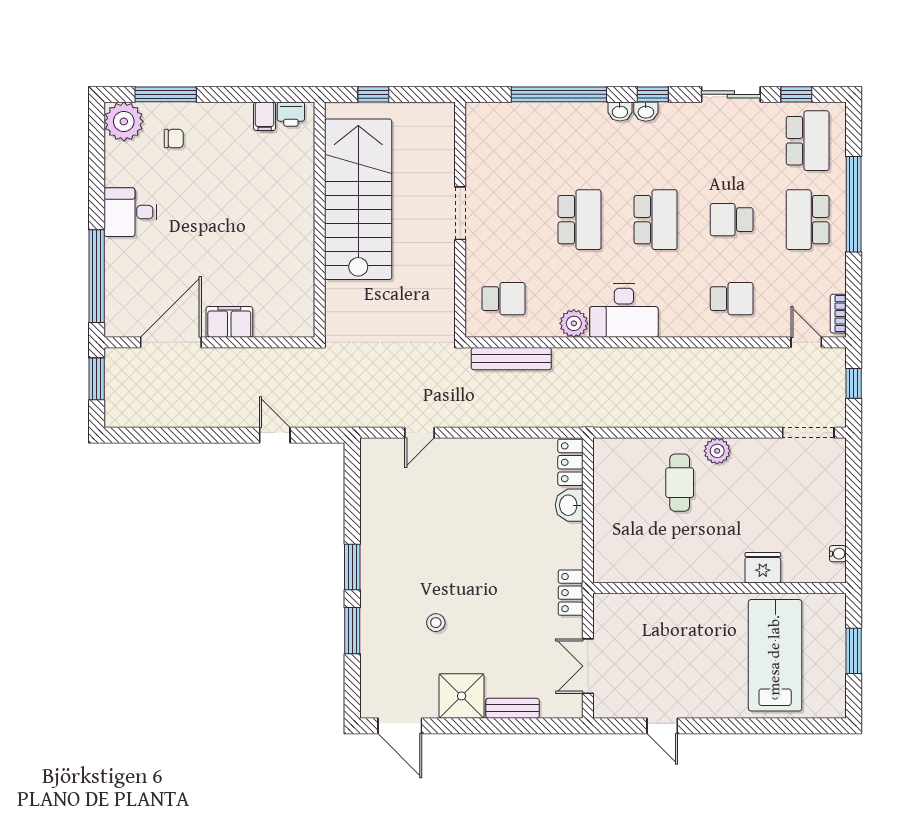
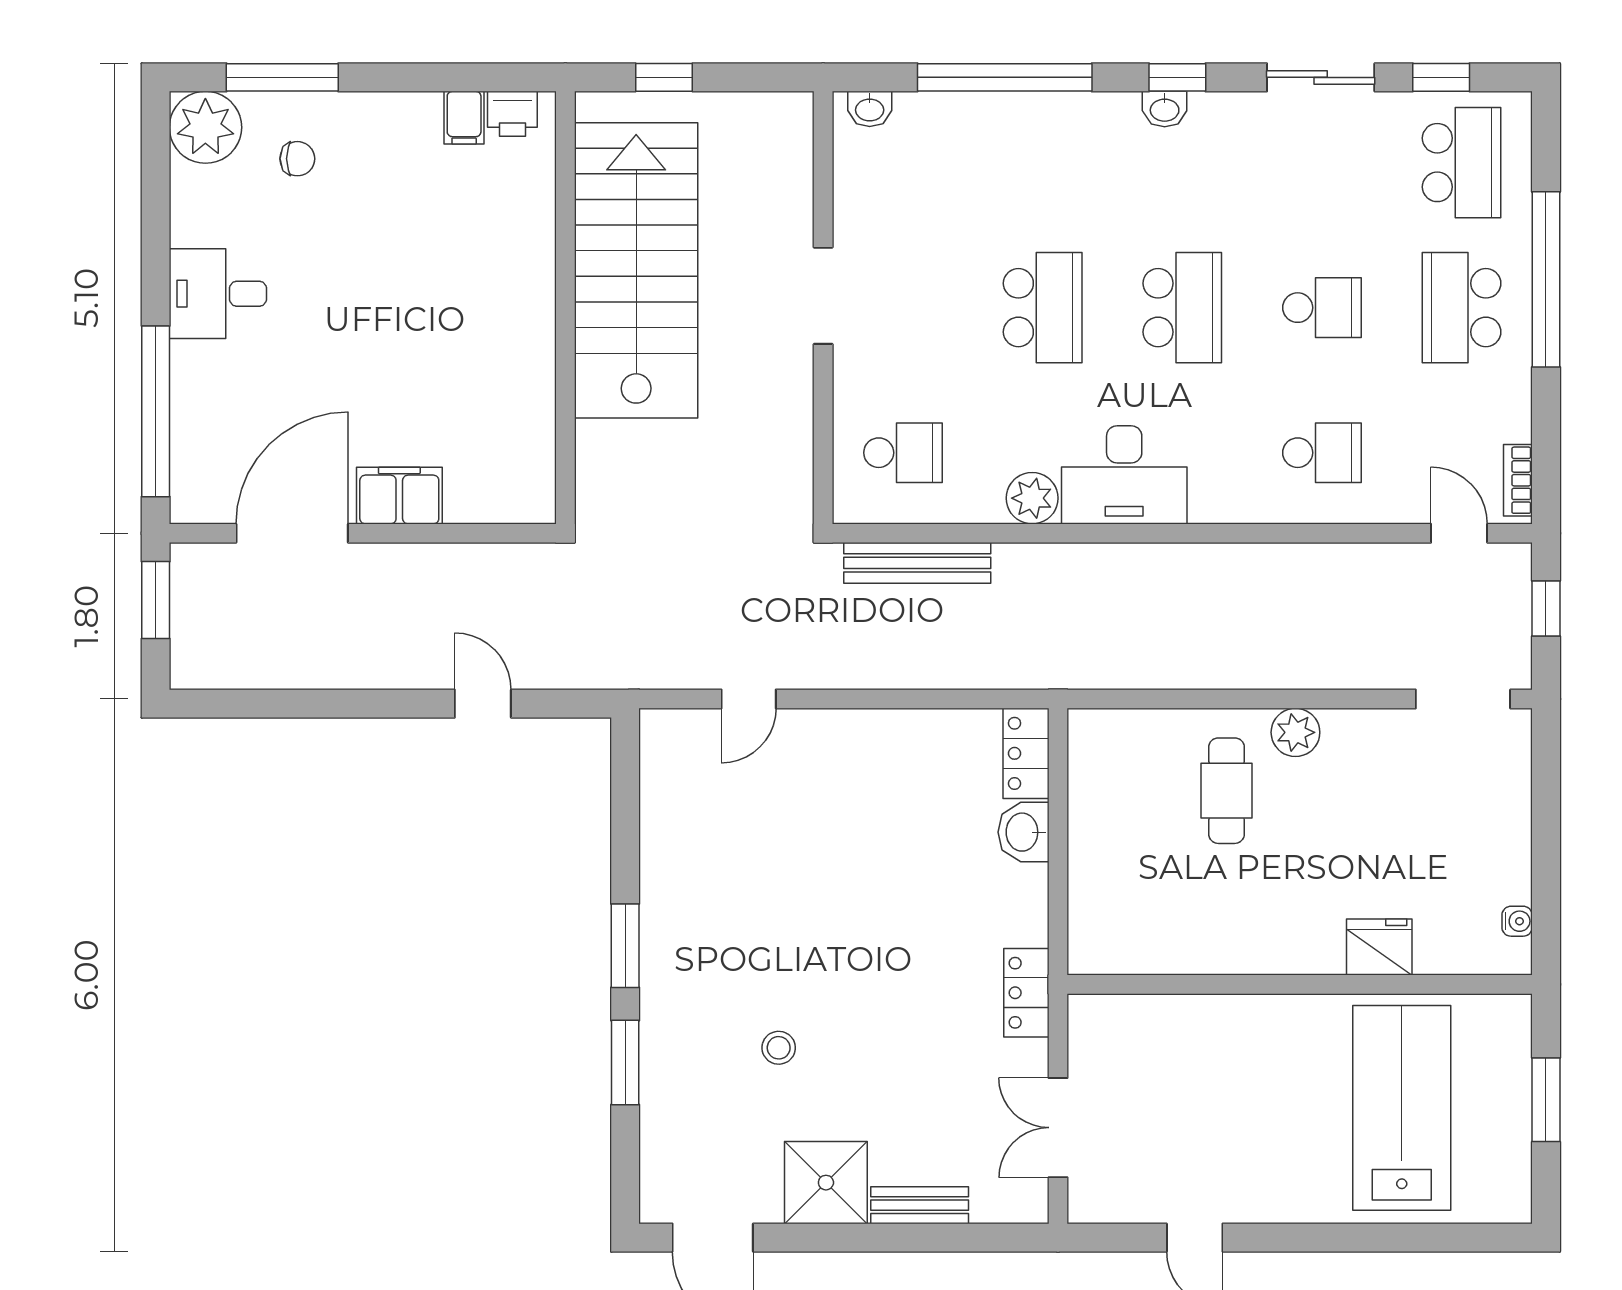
washbasin: (620, 111) -> (870, 109), moved
school desk: (732, 220) -> (1322, 308), turned 180

